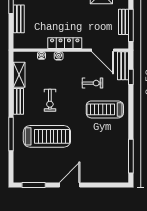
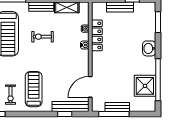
locker: (65, 43) -> (97, 35), moved
bench: (123, 66) -> (70, 107), width x1.36
exercise bike: (93, 83) -> (11, 95), moved

